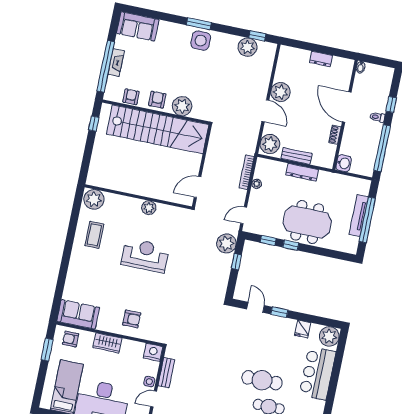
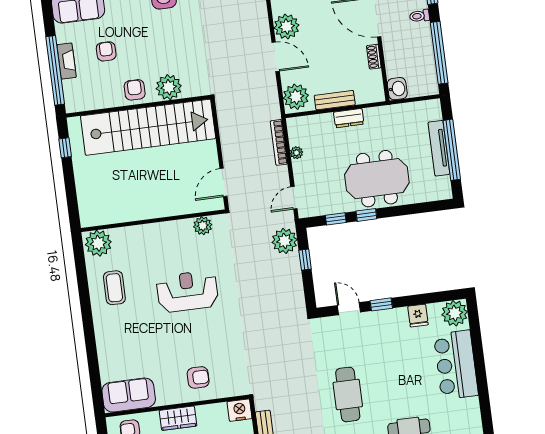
armchair: (131, 97) -> (106, 51), moved
dresser: (302, 172) -> (349, 118), width x0.70
plant: (149, 208) -> (203, 226), moved
cafe table: (262, 380) -> (348, 394), moved, turned 90

